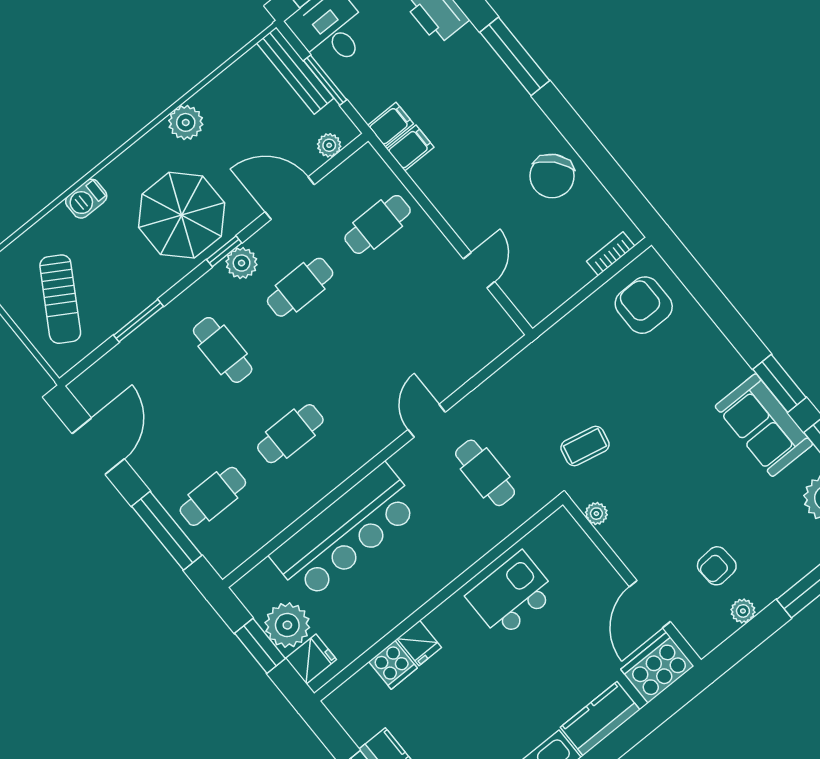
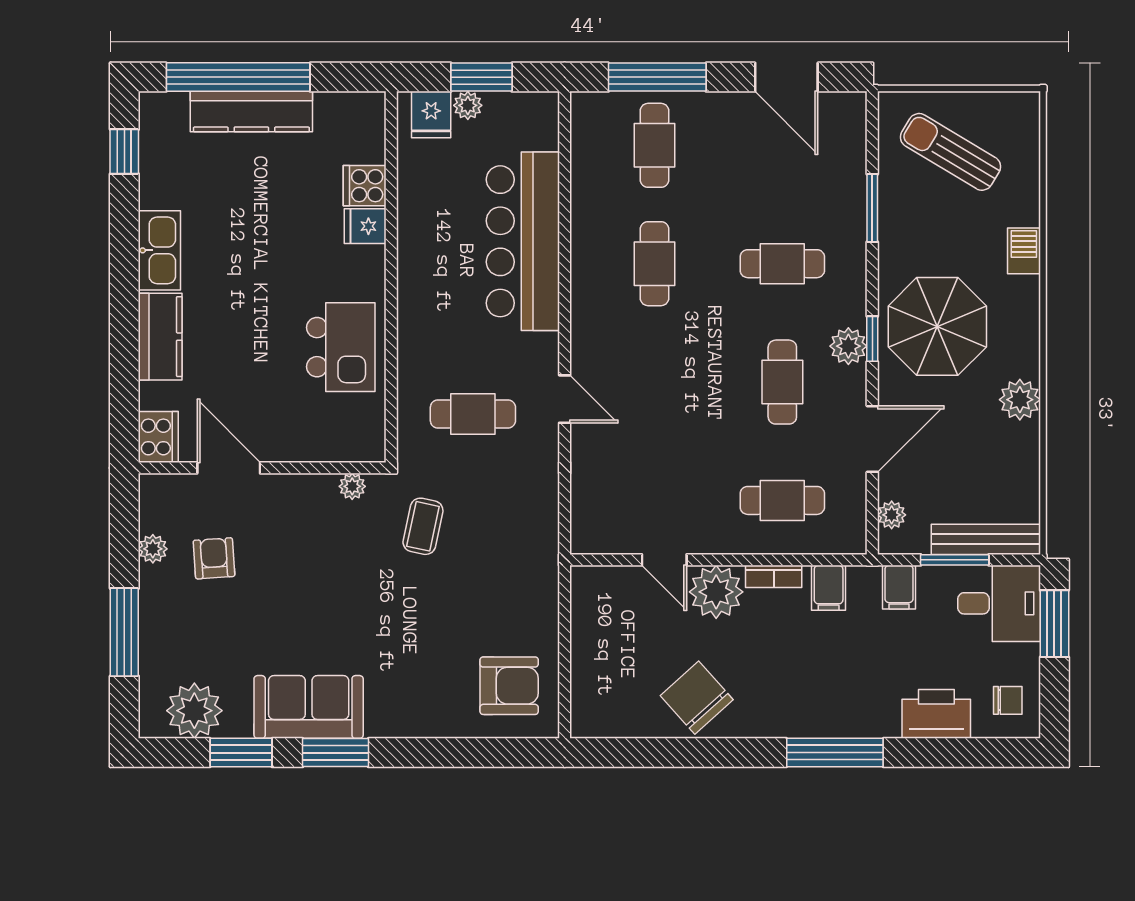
filing cabinet: (391, 125) -> (899, 587), moved
plant: (473, 219) -> (716, 592), added
cafe table: (378, 224) -> (782, 500), turned 90
bookcase: (611, 254) -> (774, 576), moved, turned 90
plant: (287, 625) -> (468, 105), width x0.53, depth x0.53
cooker: (657, 668) -> (158, 437), width x0.73, depth x0.76

